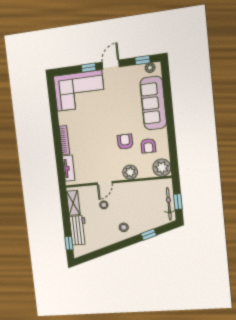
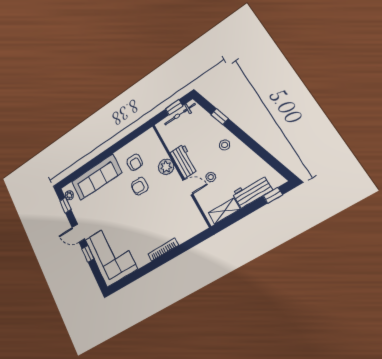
armchair: (148, 146) -> (135, 162), turned 90
tv unit: (69, 168) -> (189, 232), removed
plant: (162, 168) -> (149, 139), removed
workbench: (127, 189) -> (184, 161), added

